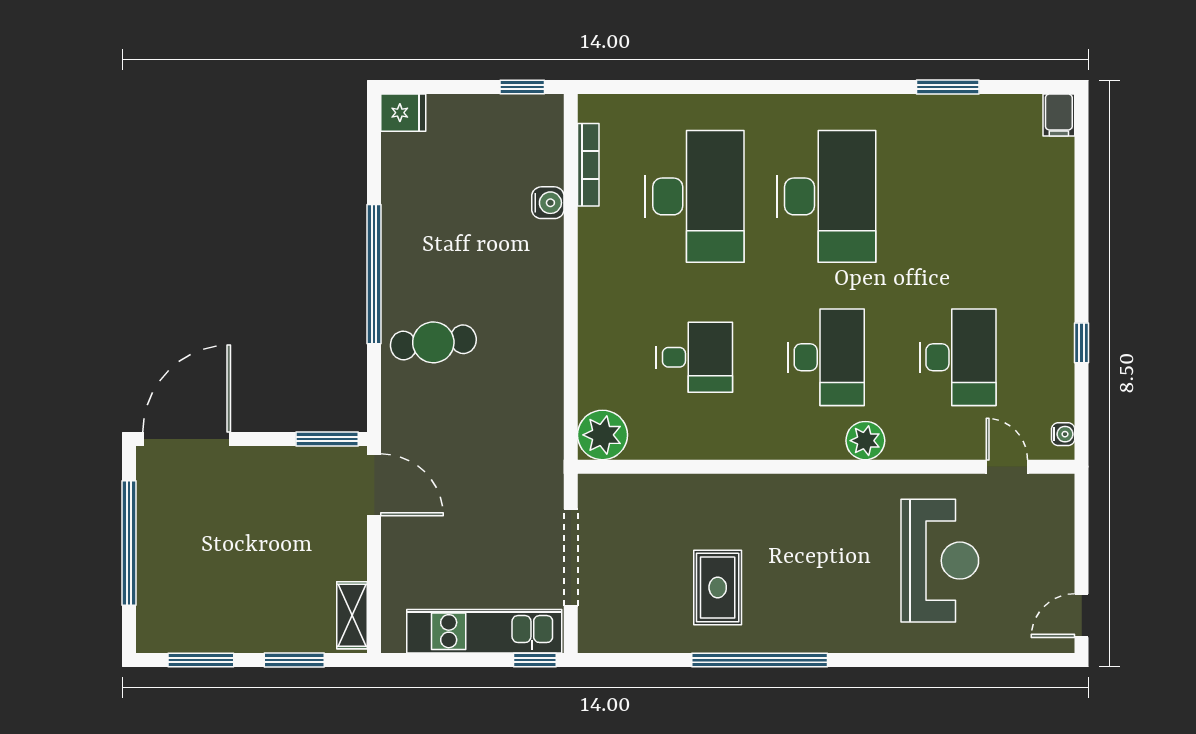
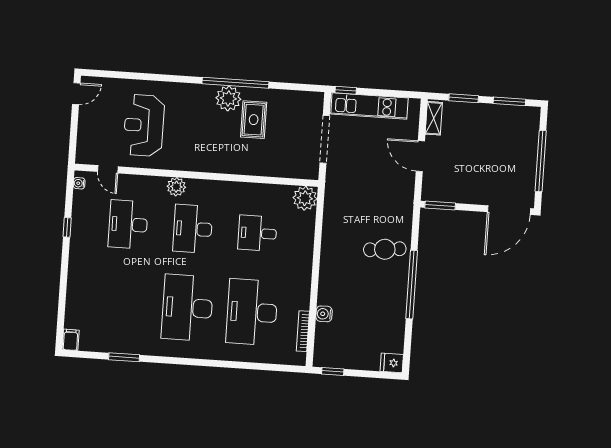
door: (374, 485) -> (420, 156), moved
plant: (772, 627) -> (228, 98), added

